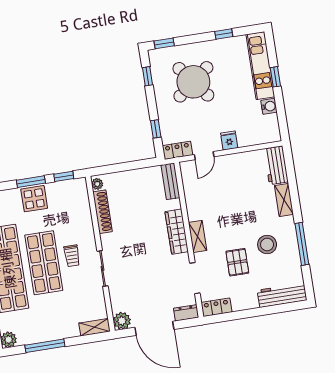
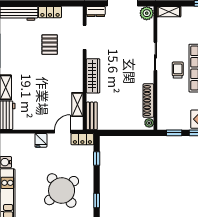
shelving: (198, 236) -> (77, 105), moved
stool: (267, 245) -> (24, 55), removed
locker: (216, 307) -> (50, 12), moved

